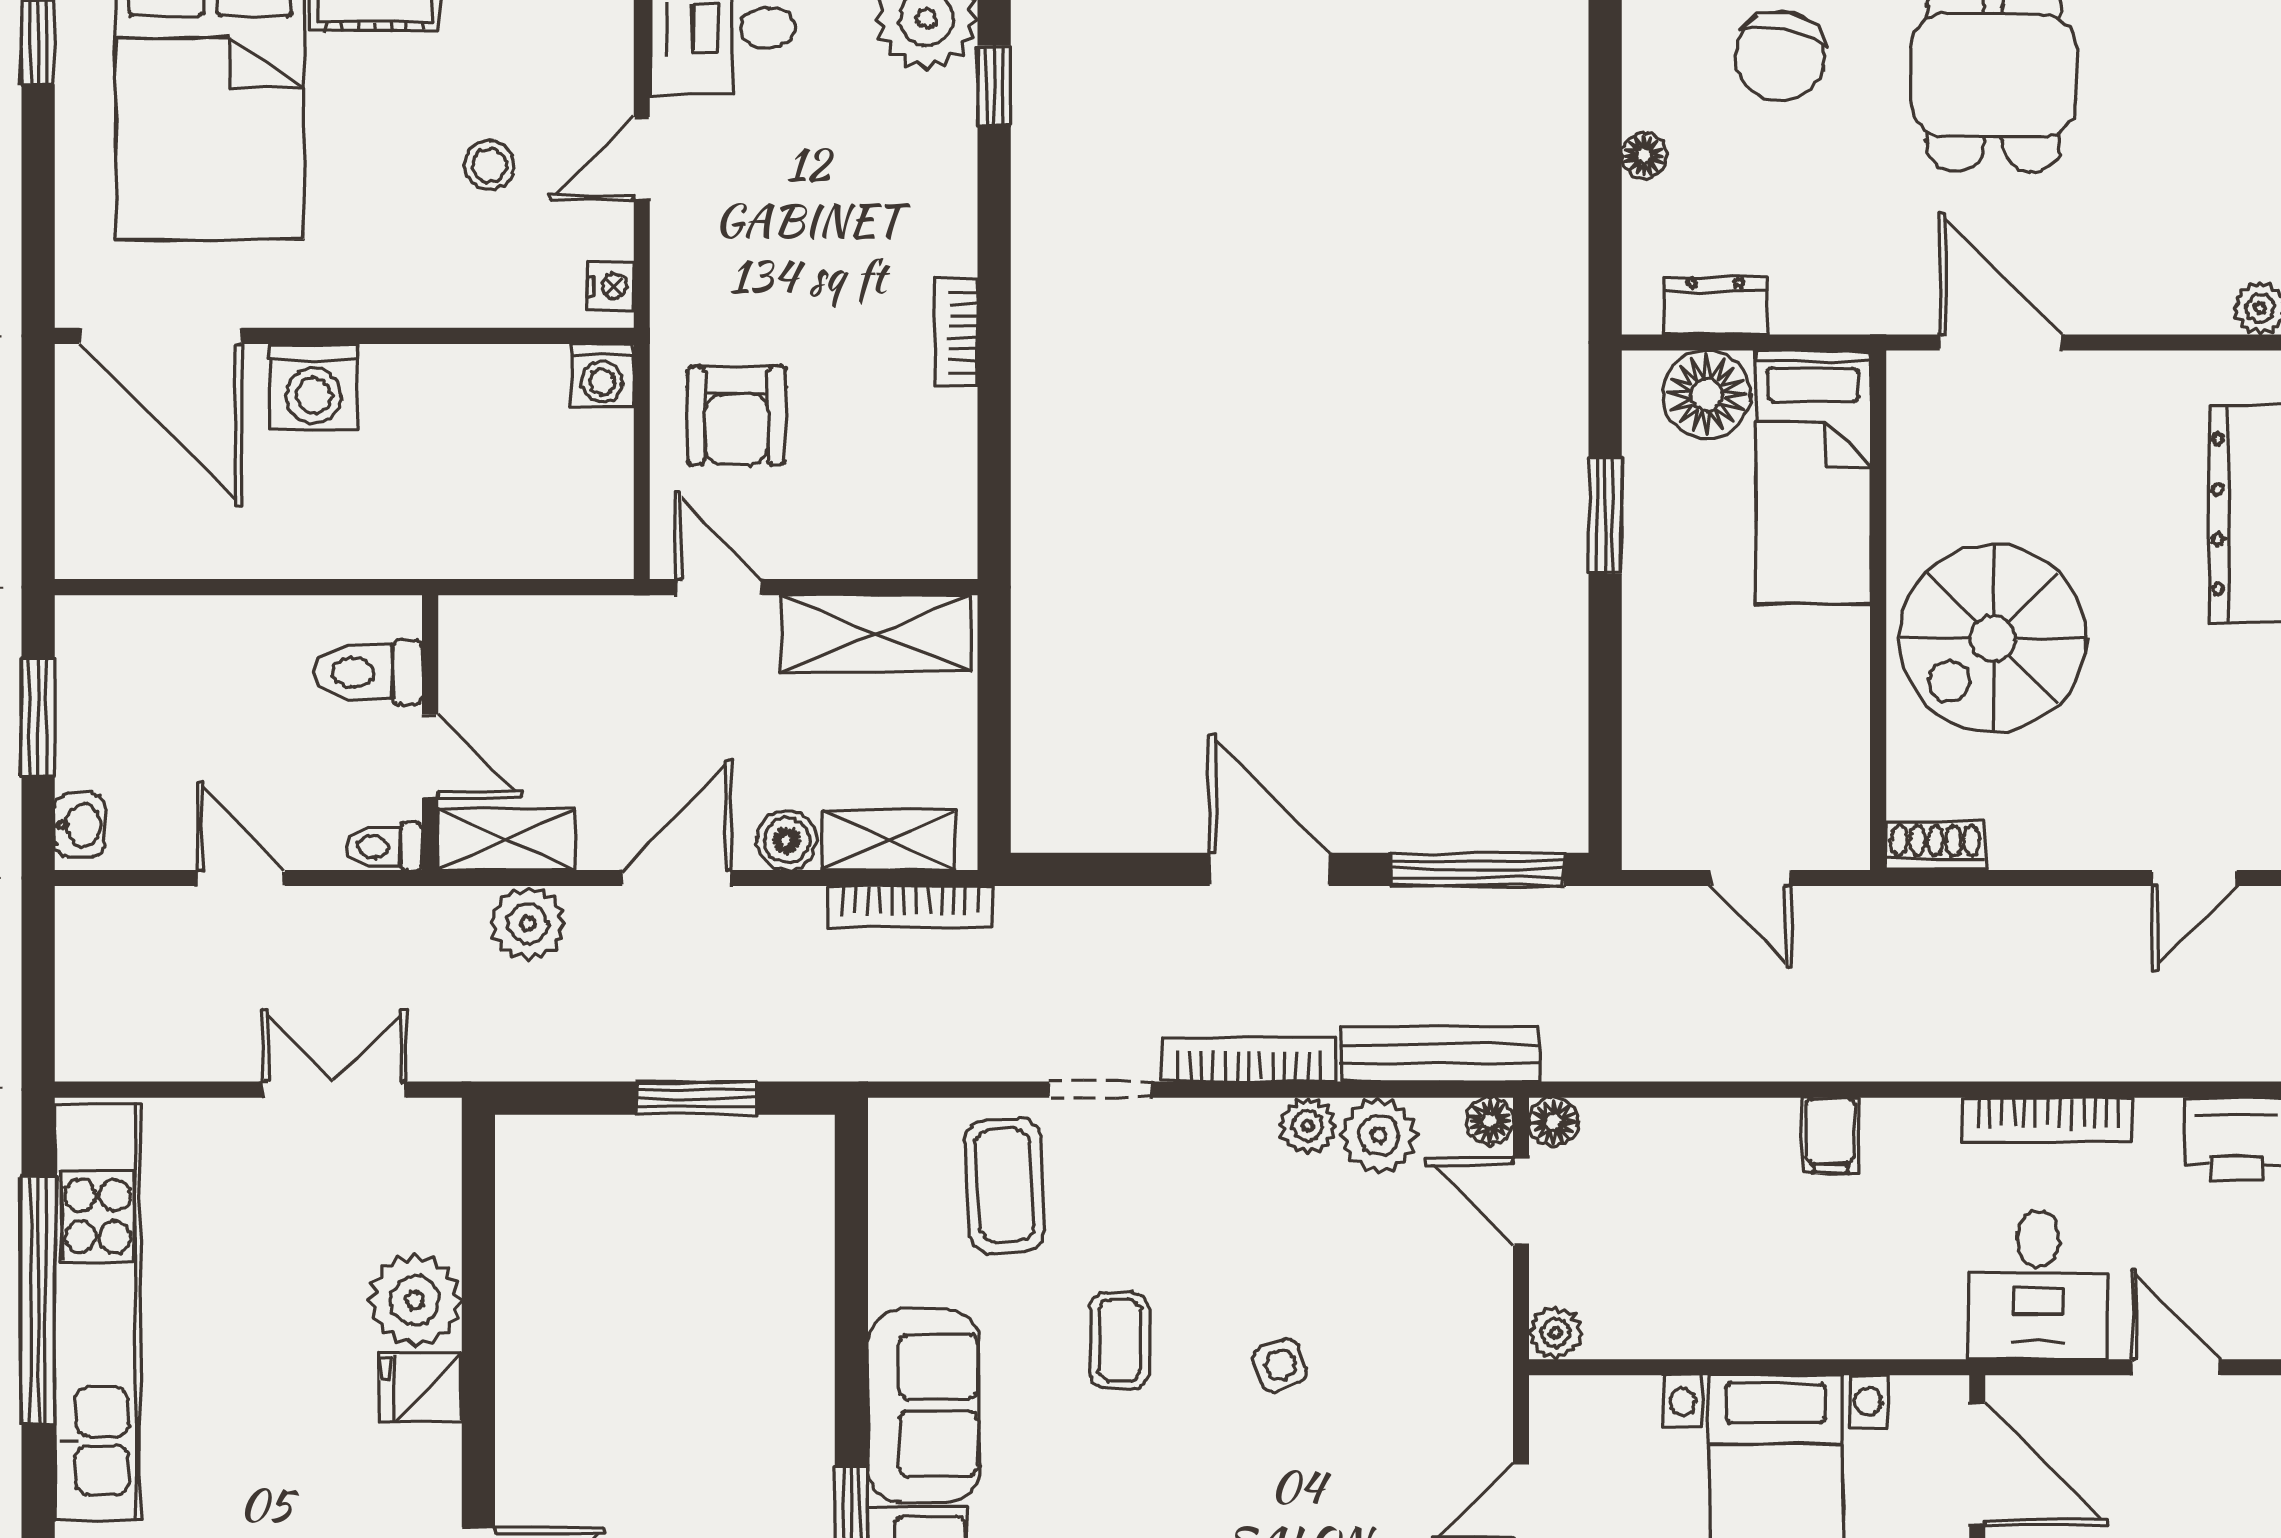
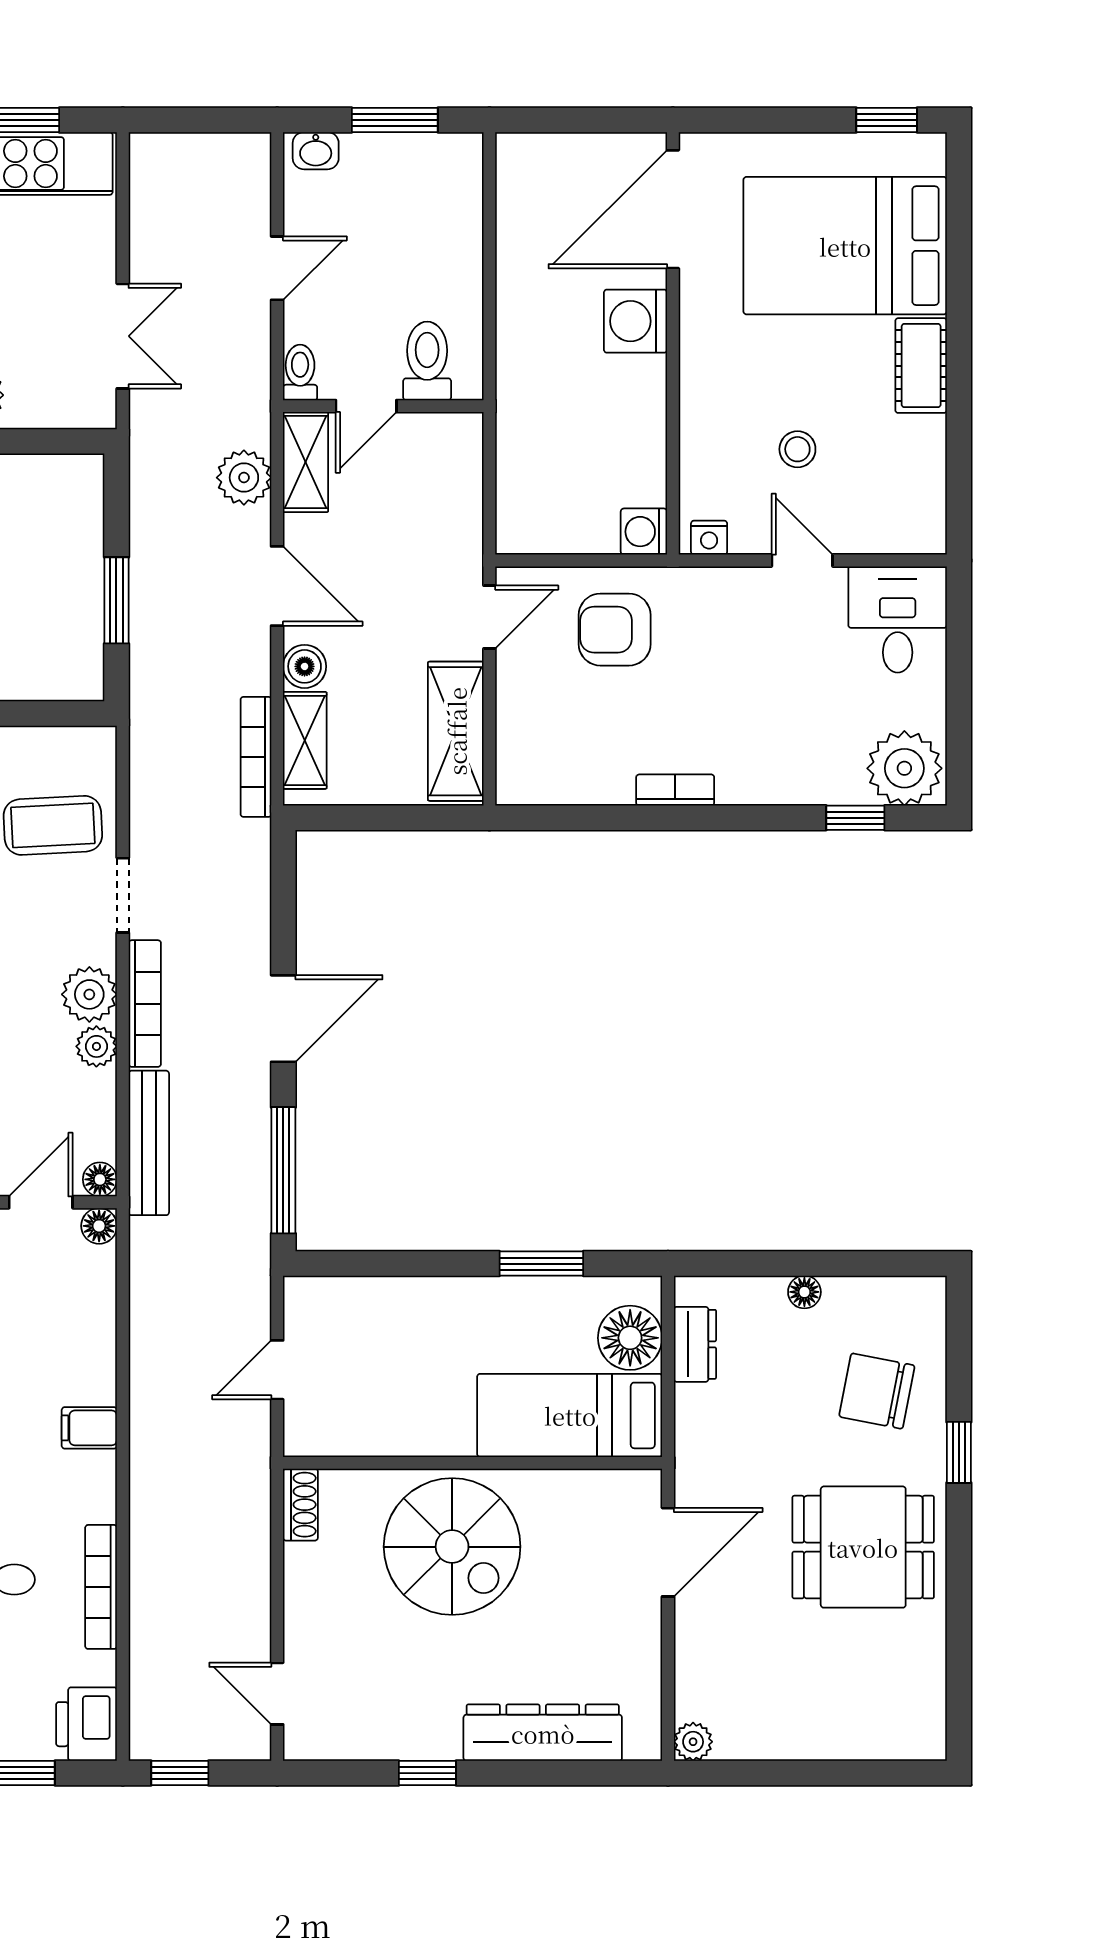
spiral stairs: (1993, 638) -> (452, 1547), turned 180
plant: (1379, 1135) -> (89, 994), moved

